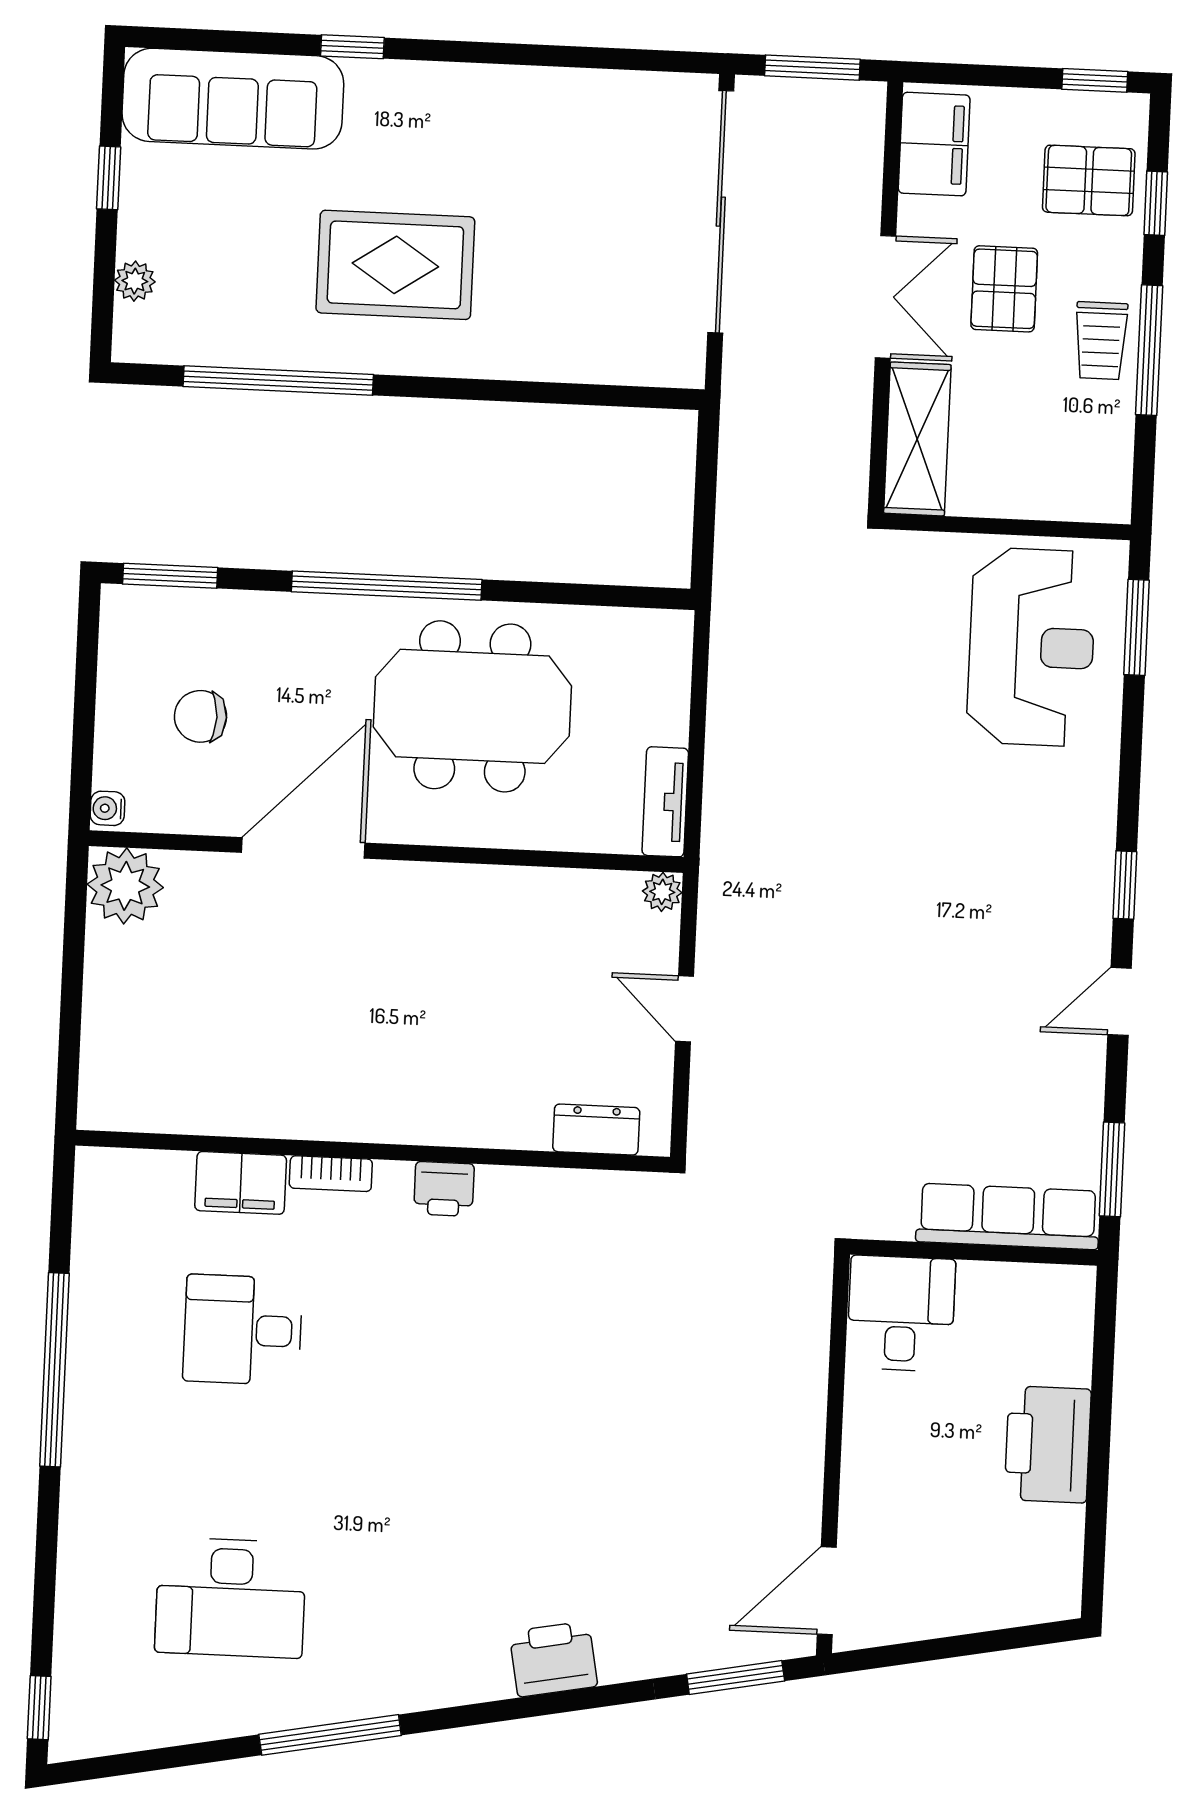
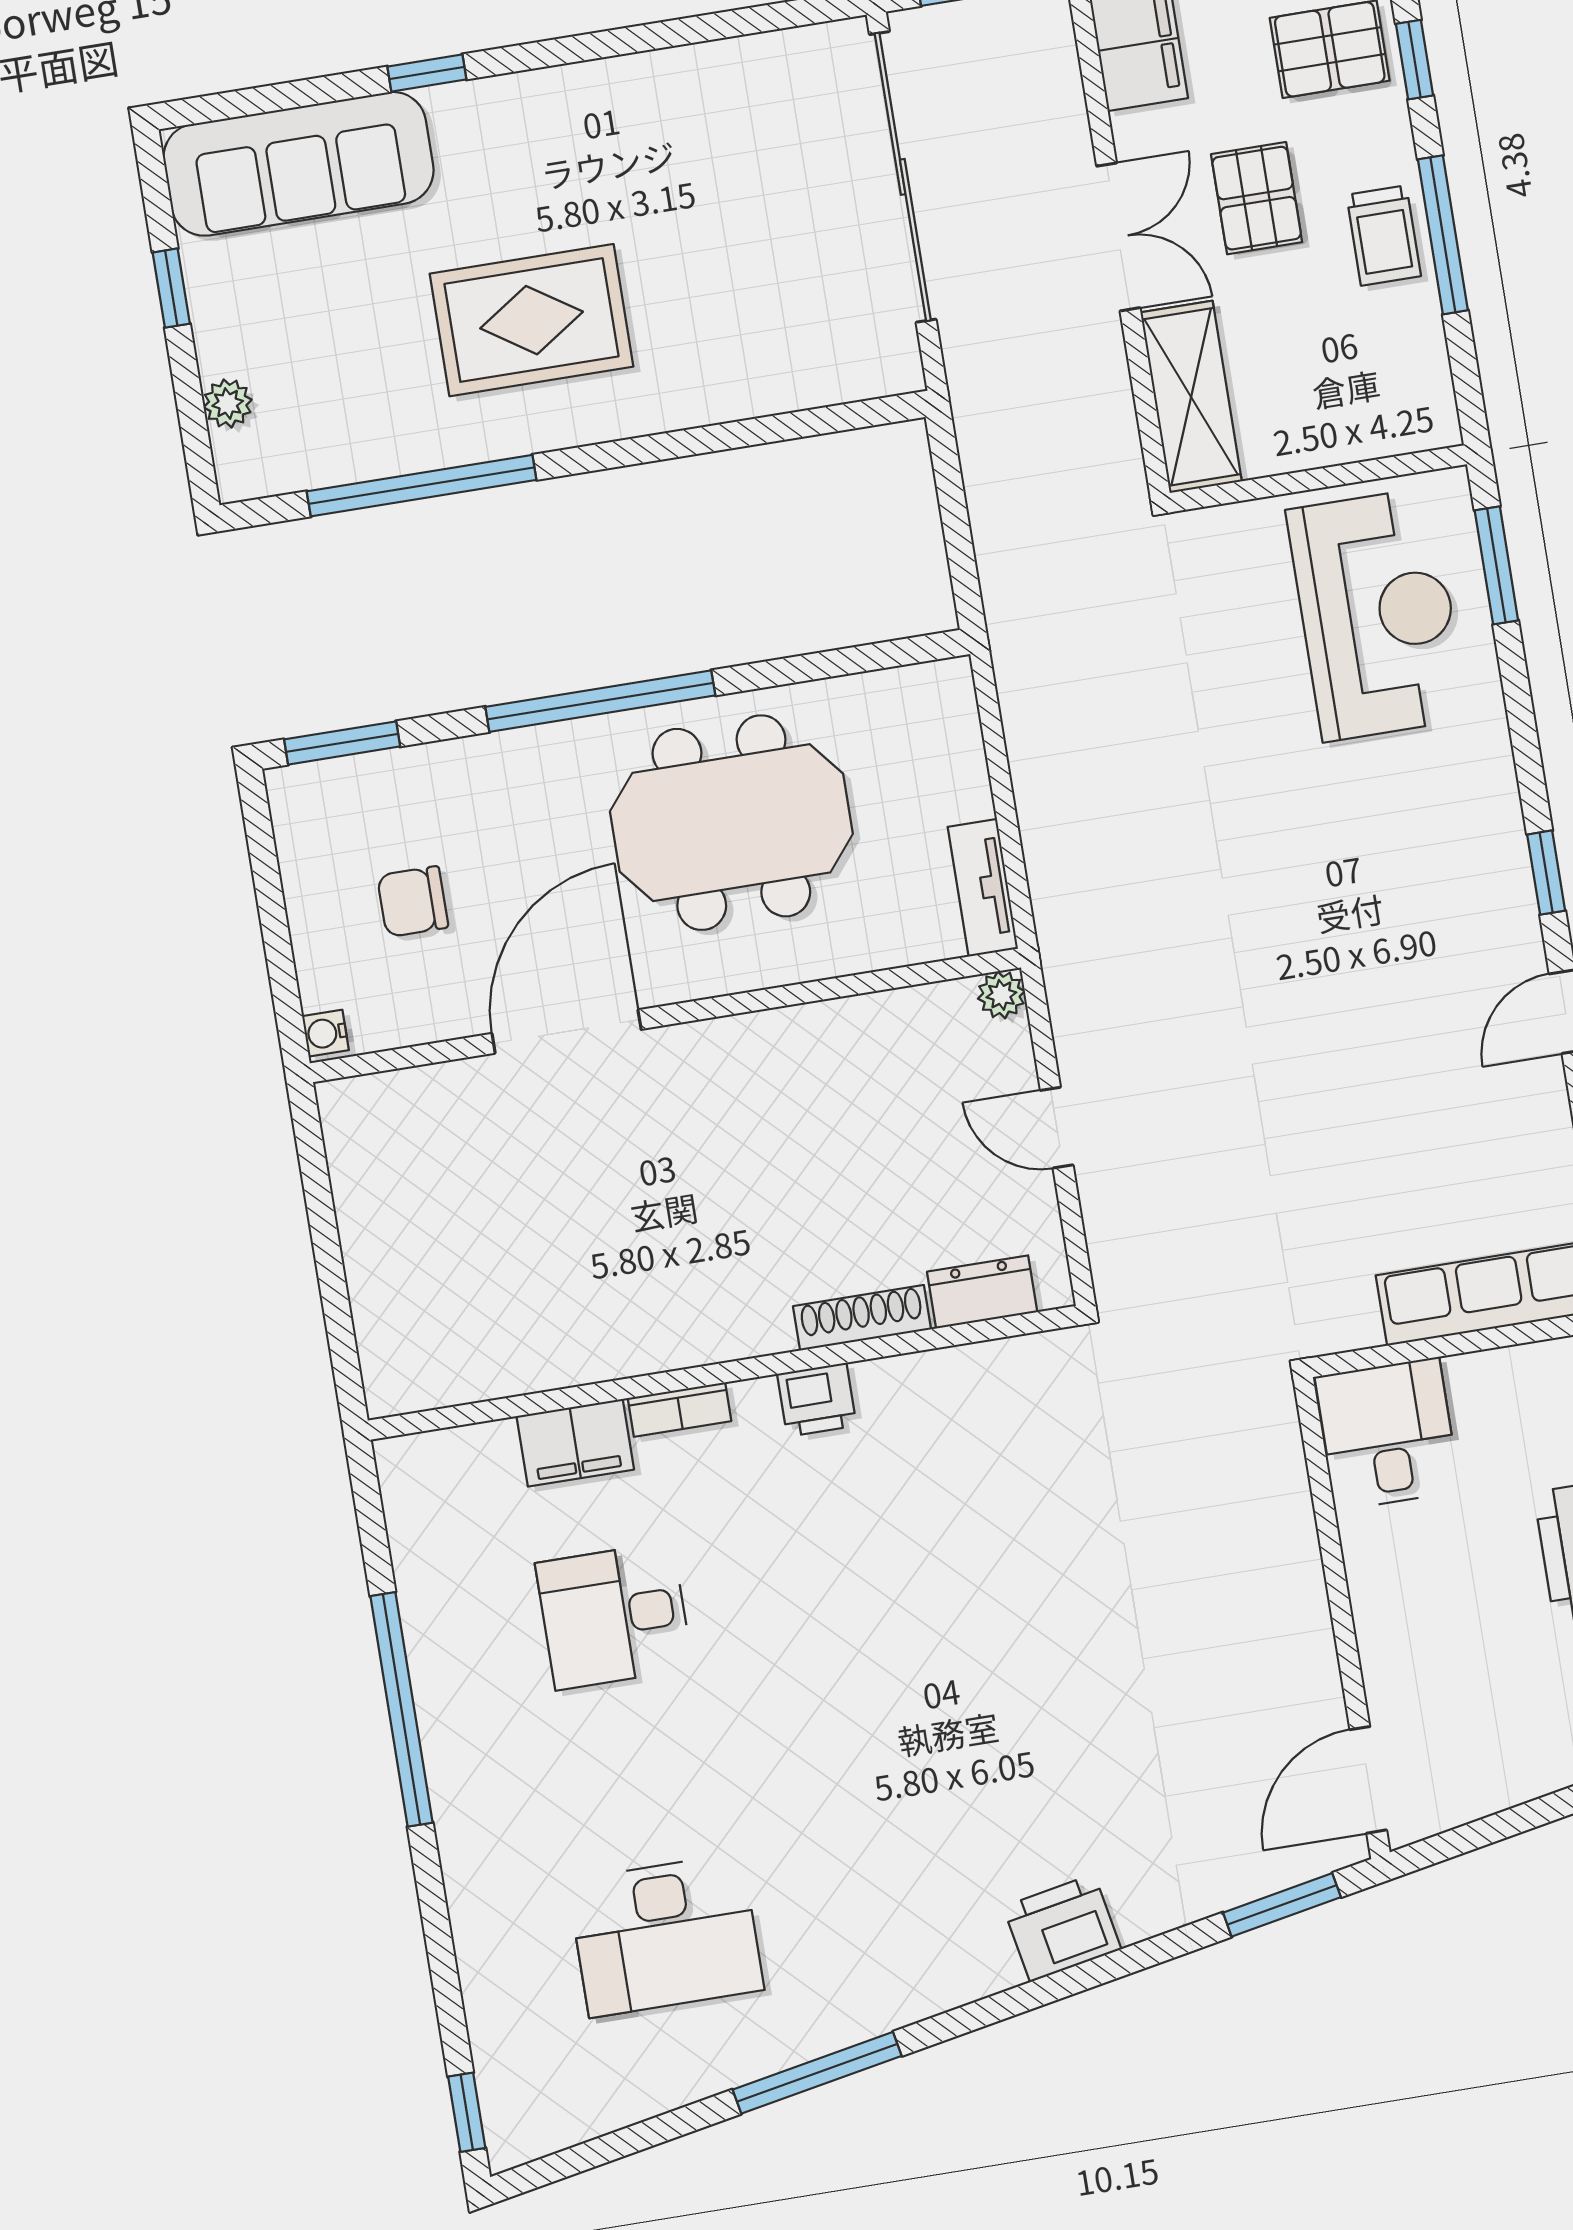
plant: (125, 886) -> (366, 1120), removed
shoe rack: (494, 1130) -> (862, 1318), added

